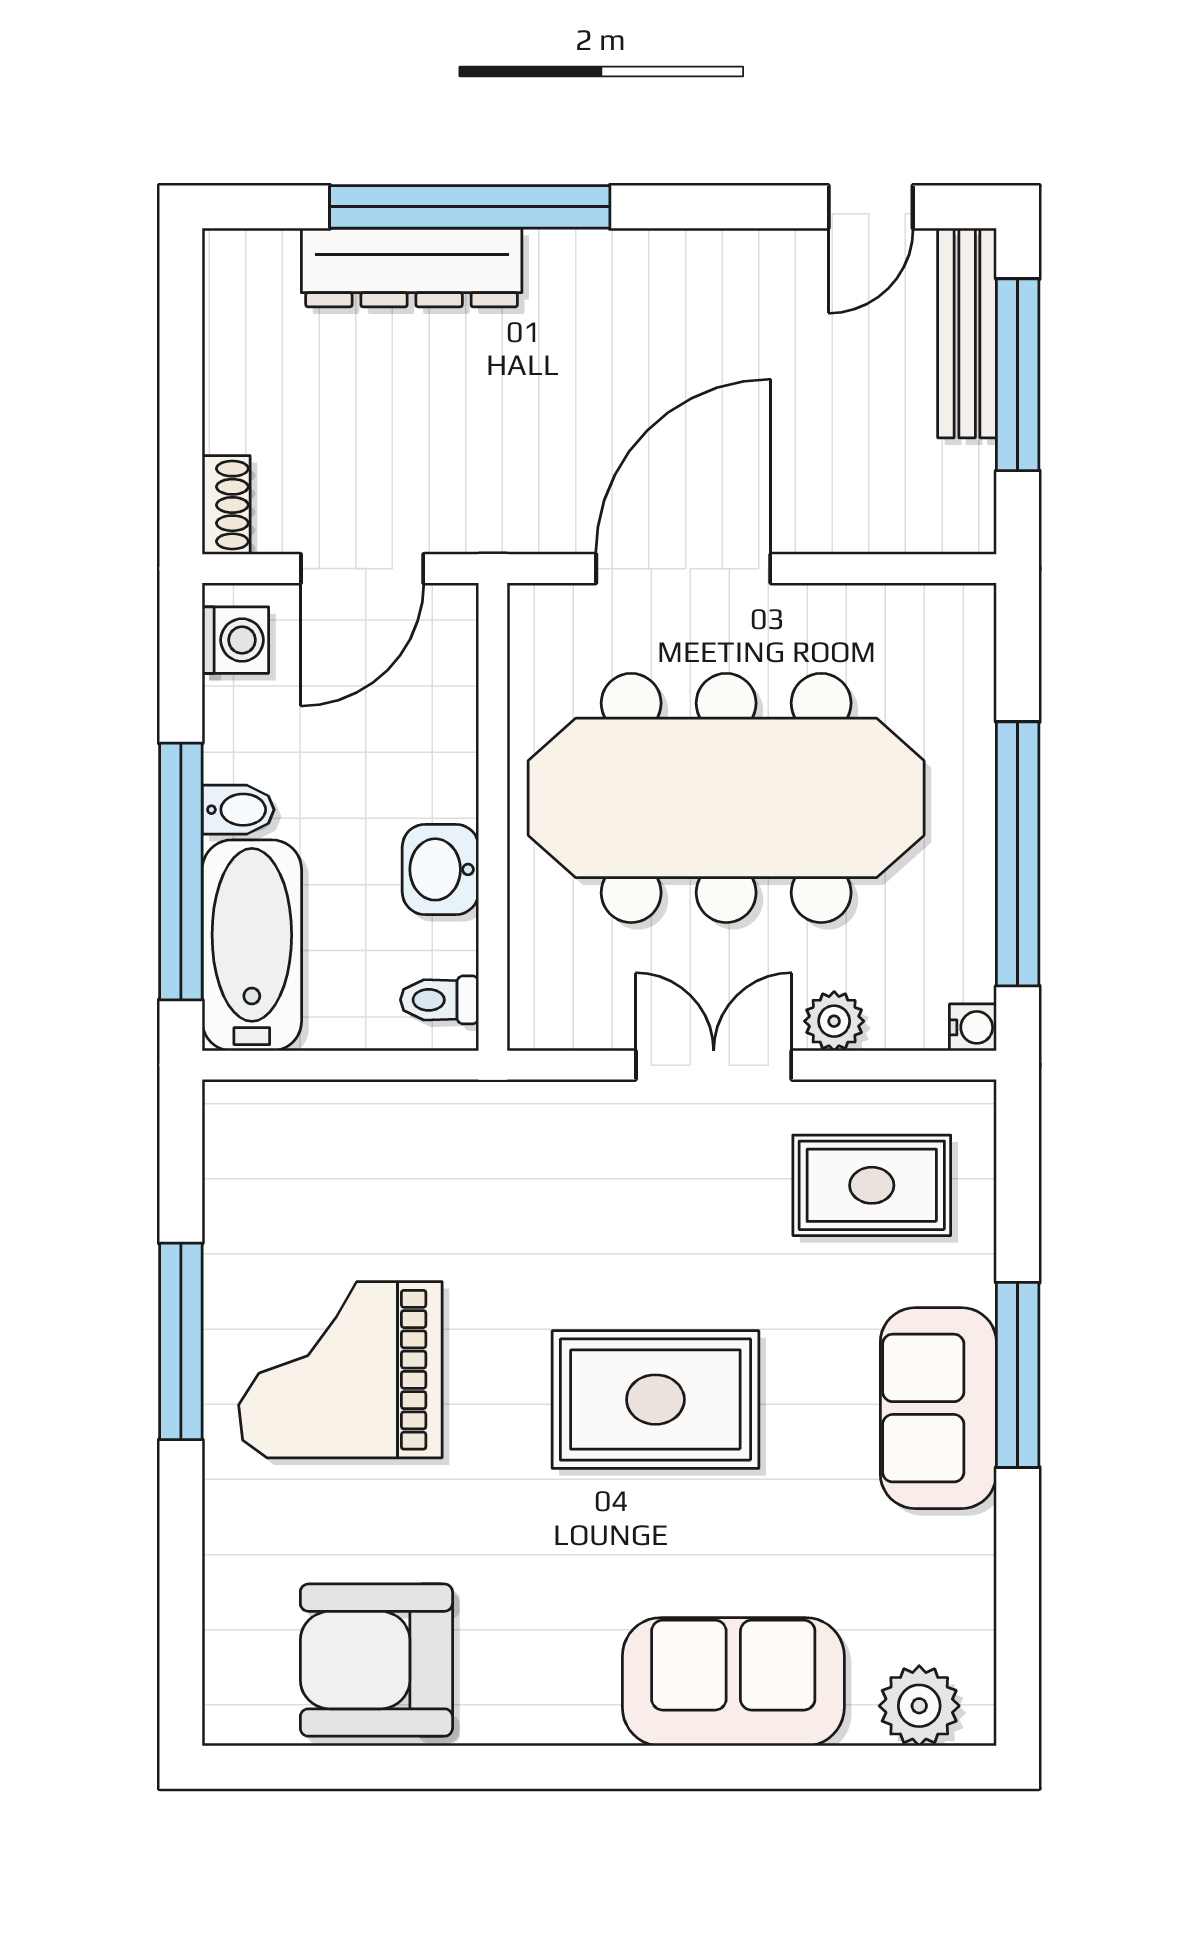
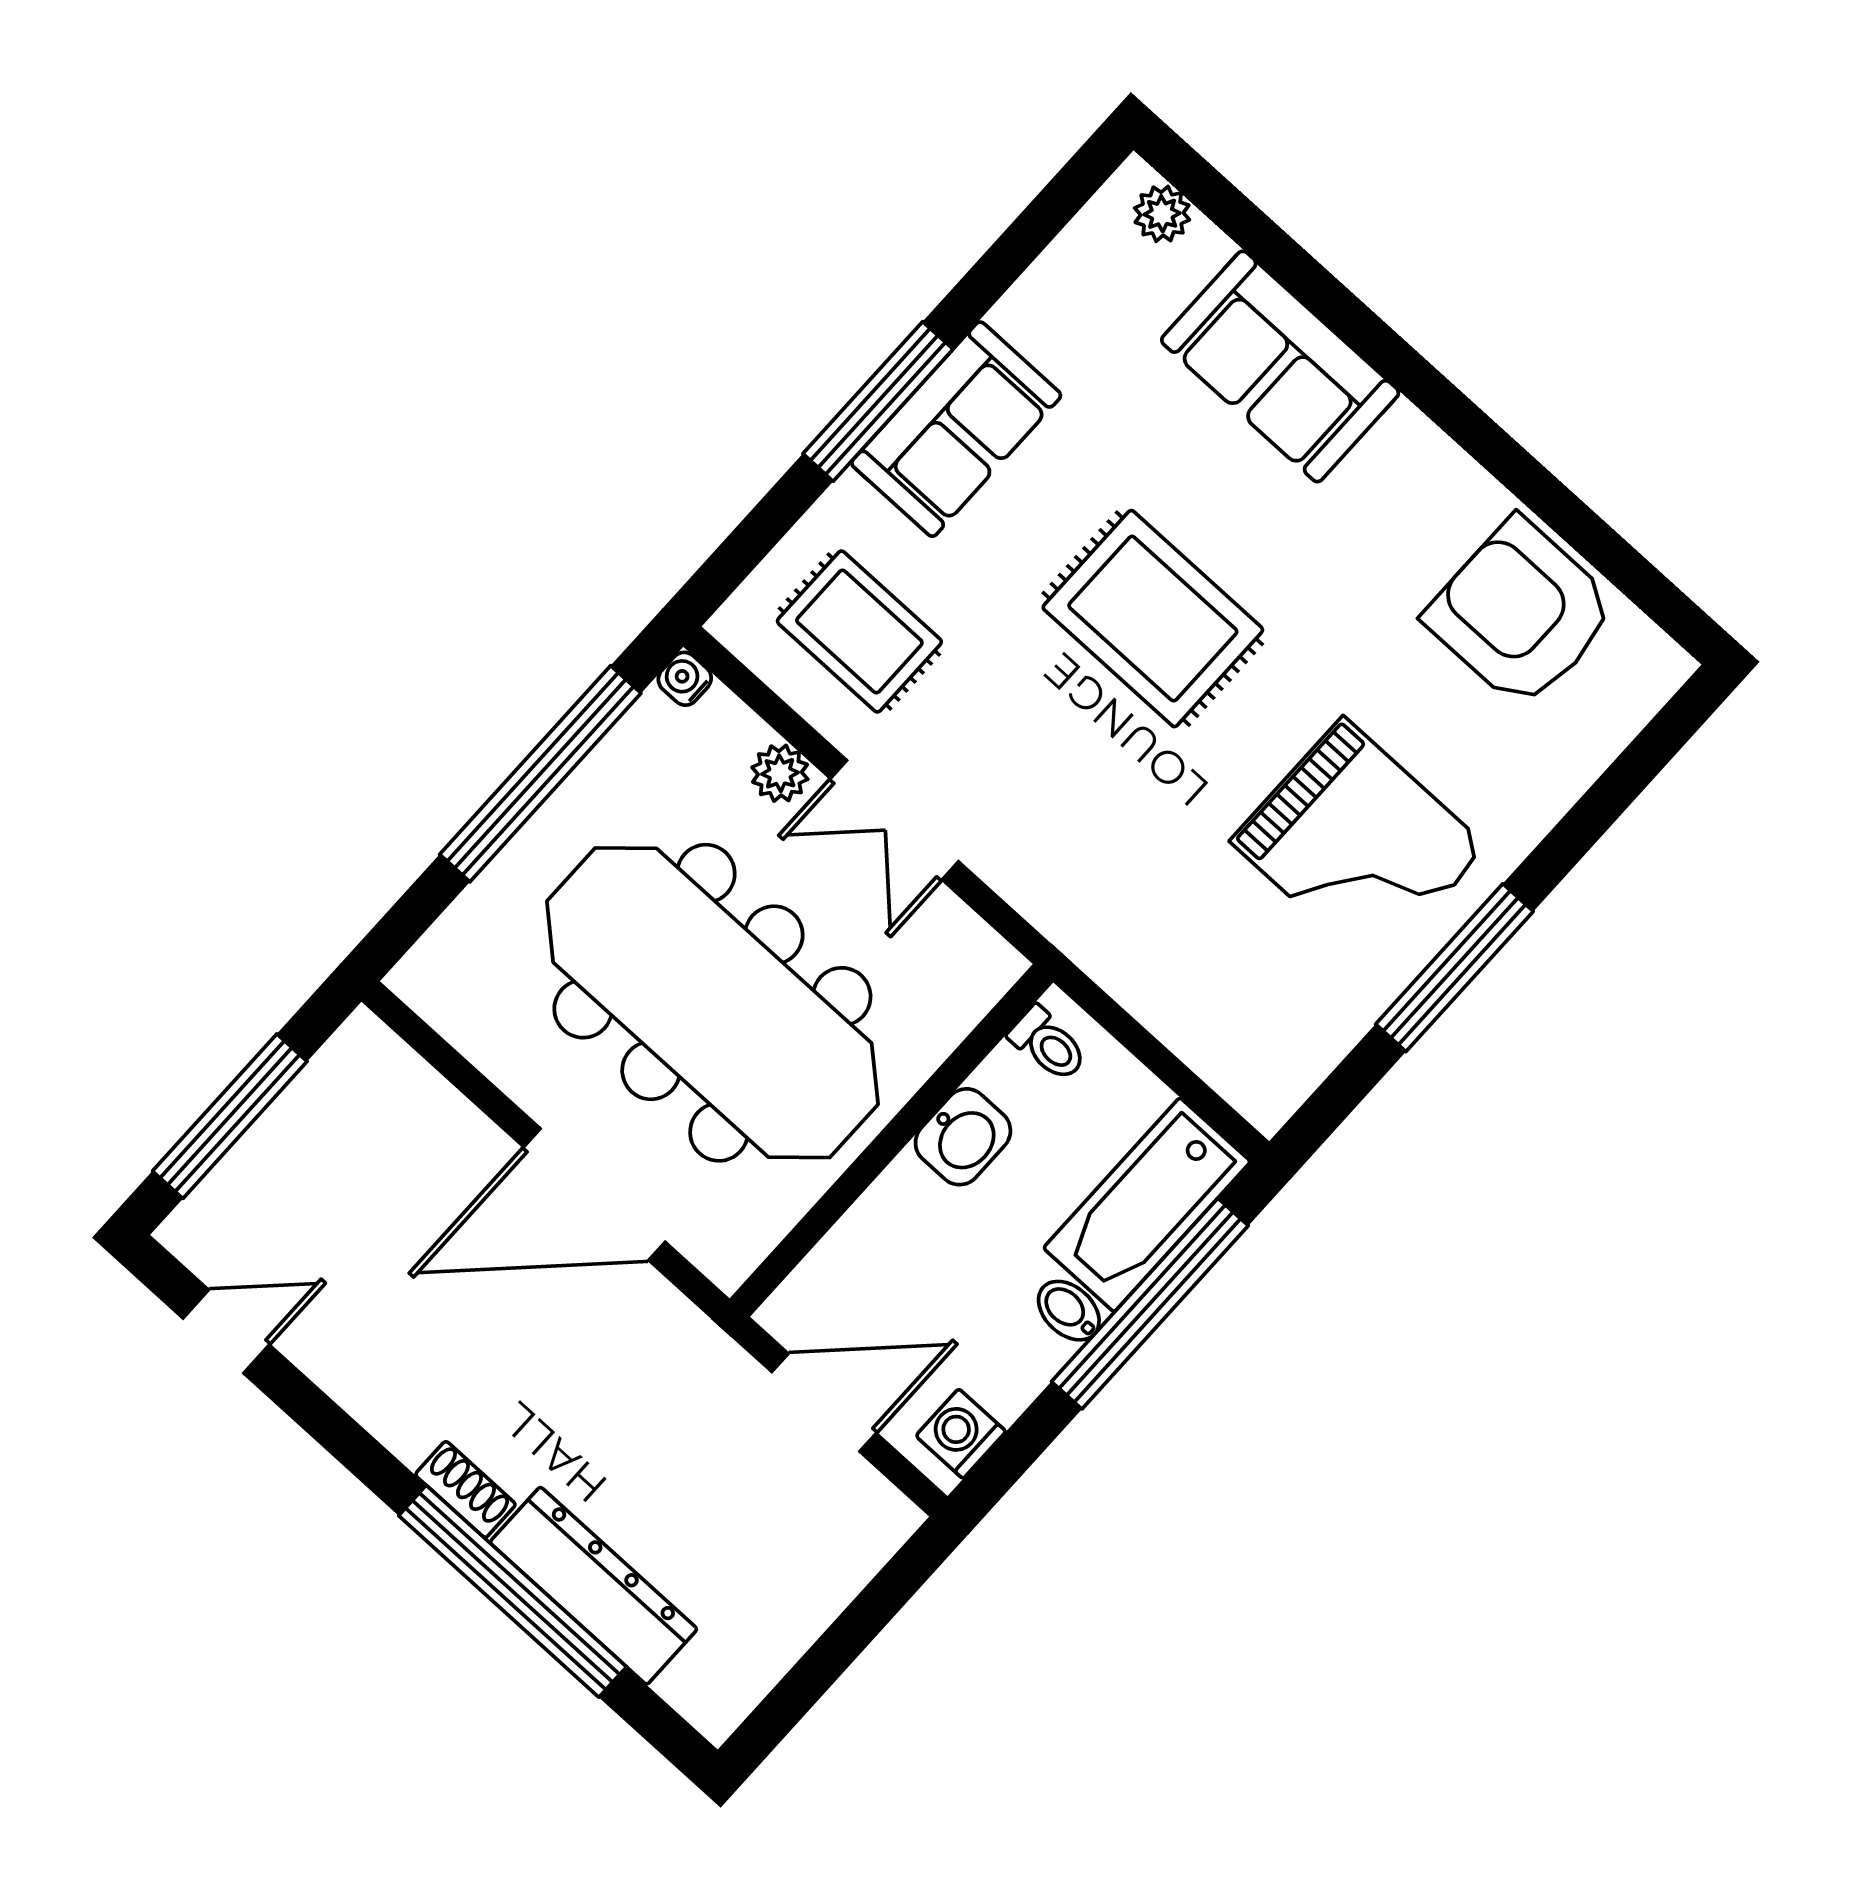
bench: (967, 333) -> (239, 1179), removed
shoe rack: (226, 505) -> (465, 1490), moved, turned 90
armchair: (376, 1660) -> (1521, 613), turned 180
plant: (919, 1706) -> (1162, 214), width x0.73, depth x0.73

